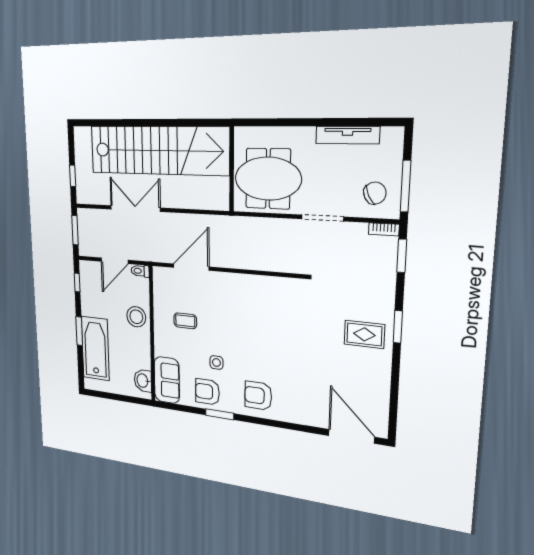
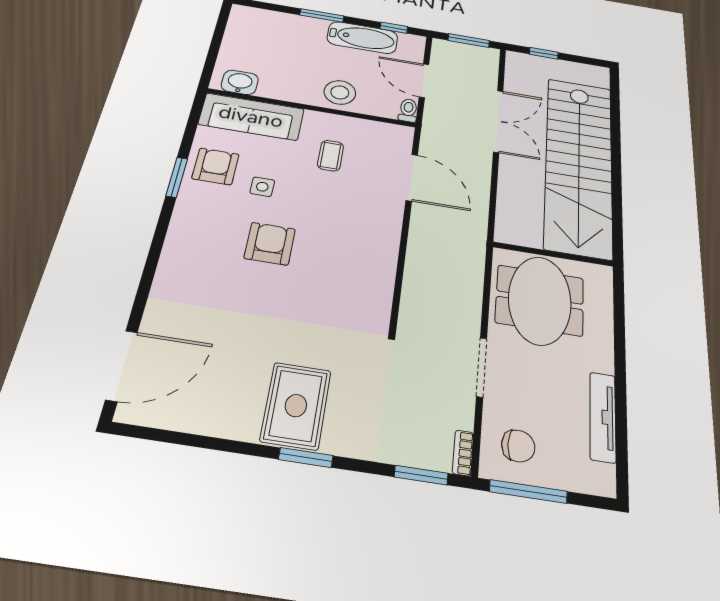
chair: (375, 193) -> (518, 446), turned -64
rug: (364, 334) -> (296, 406), width x1.36, depth x1.43
bathtub: (95, 349) -> (362, 38), moved, width x0.73, depth x0.73
sofa: (167, 380) -> (251, 117), width x1.36
armchair: (258, 396) -> (270, 244), moved

